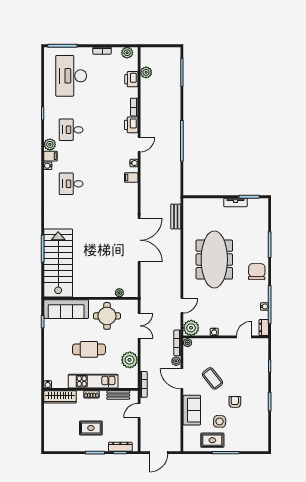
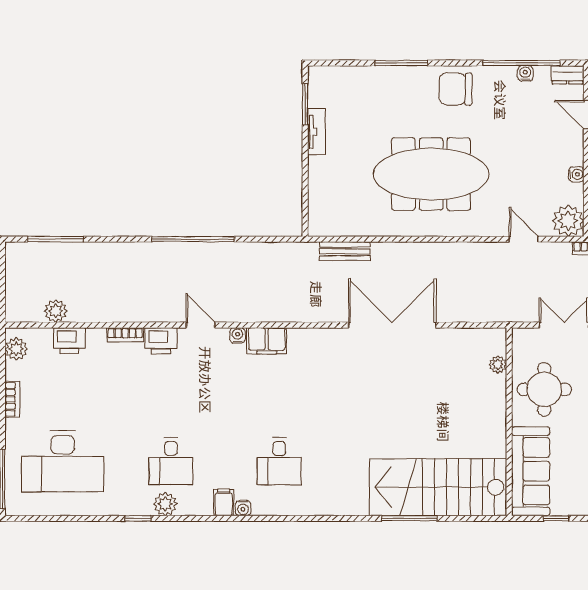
plant: (50, 144) -> (165, 504), moved
filing cabinet: (131, 178) -> (267, 341), width x2.00

